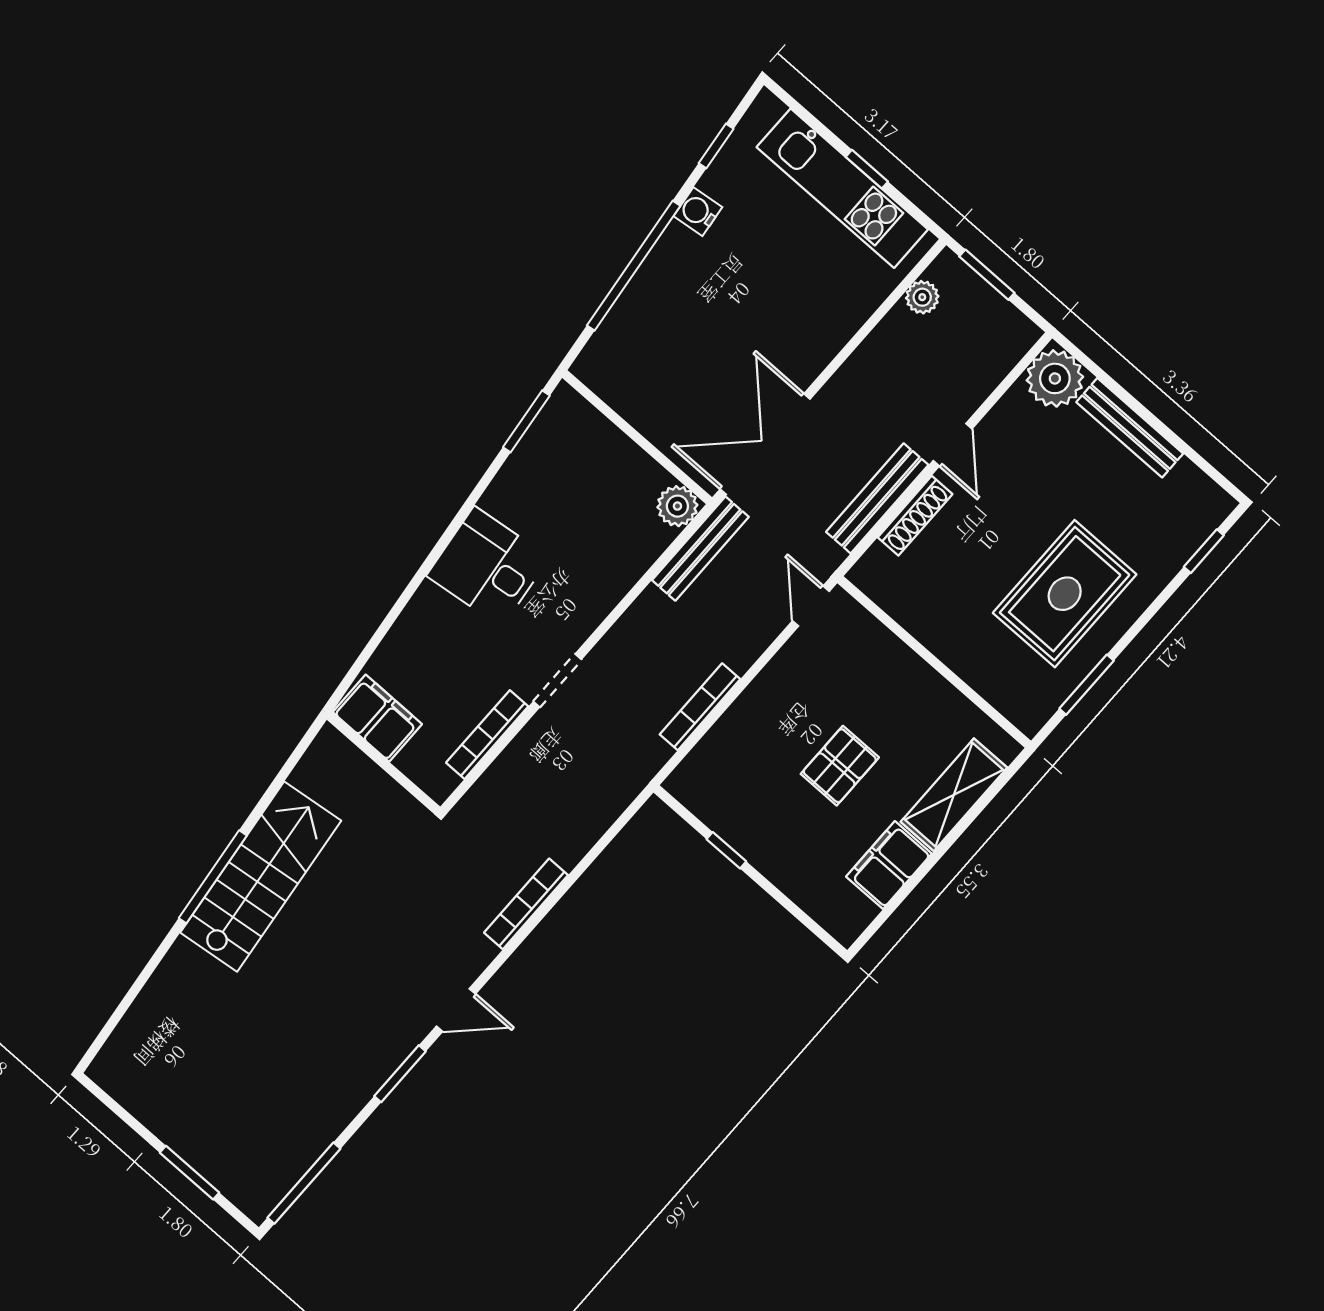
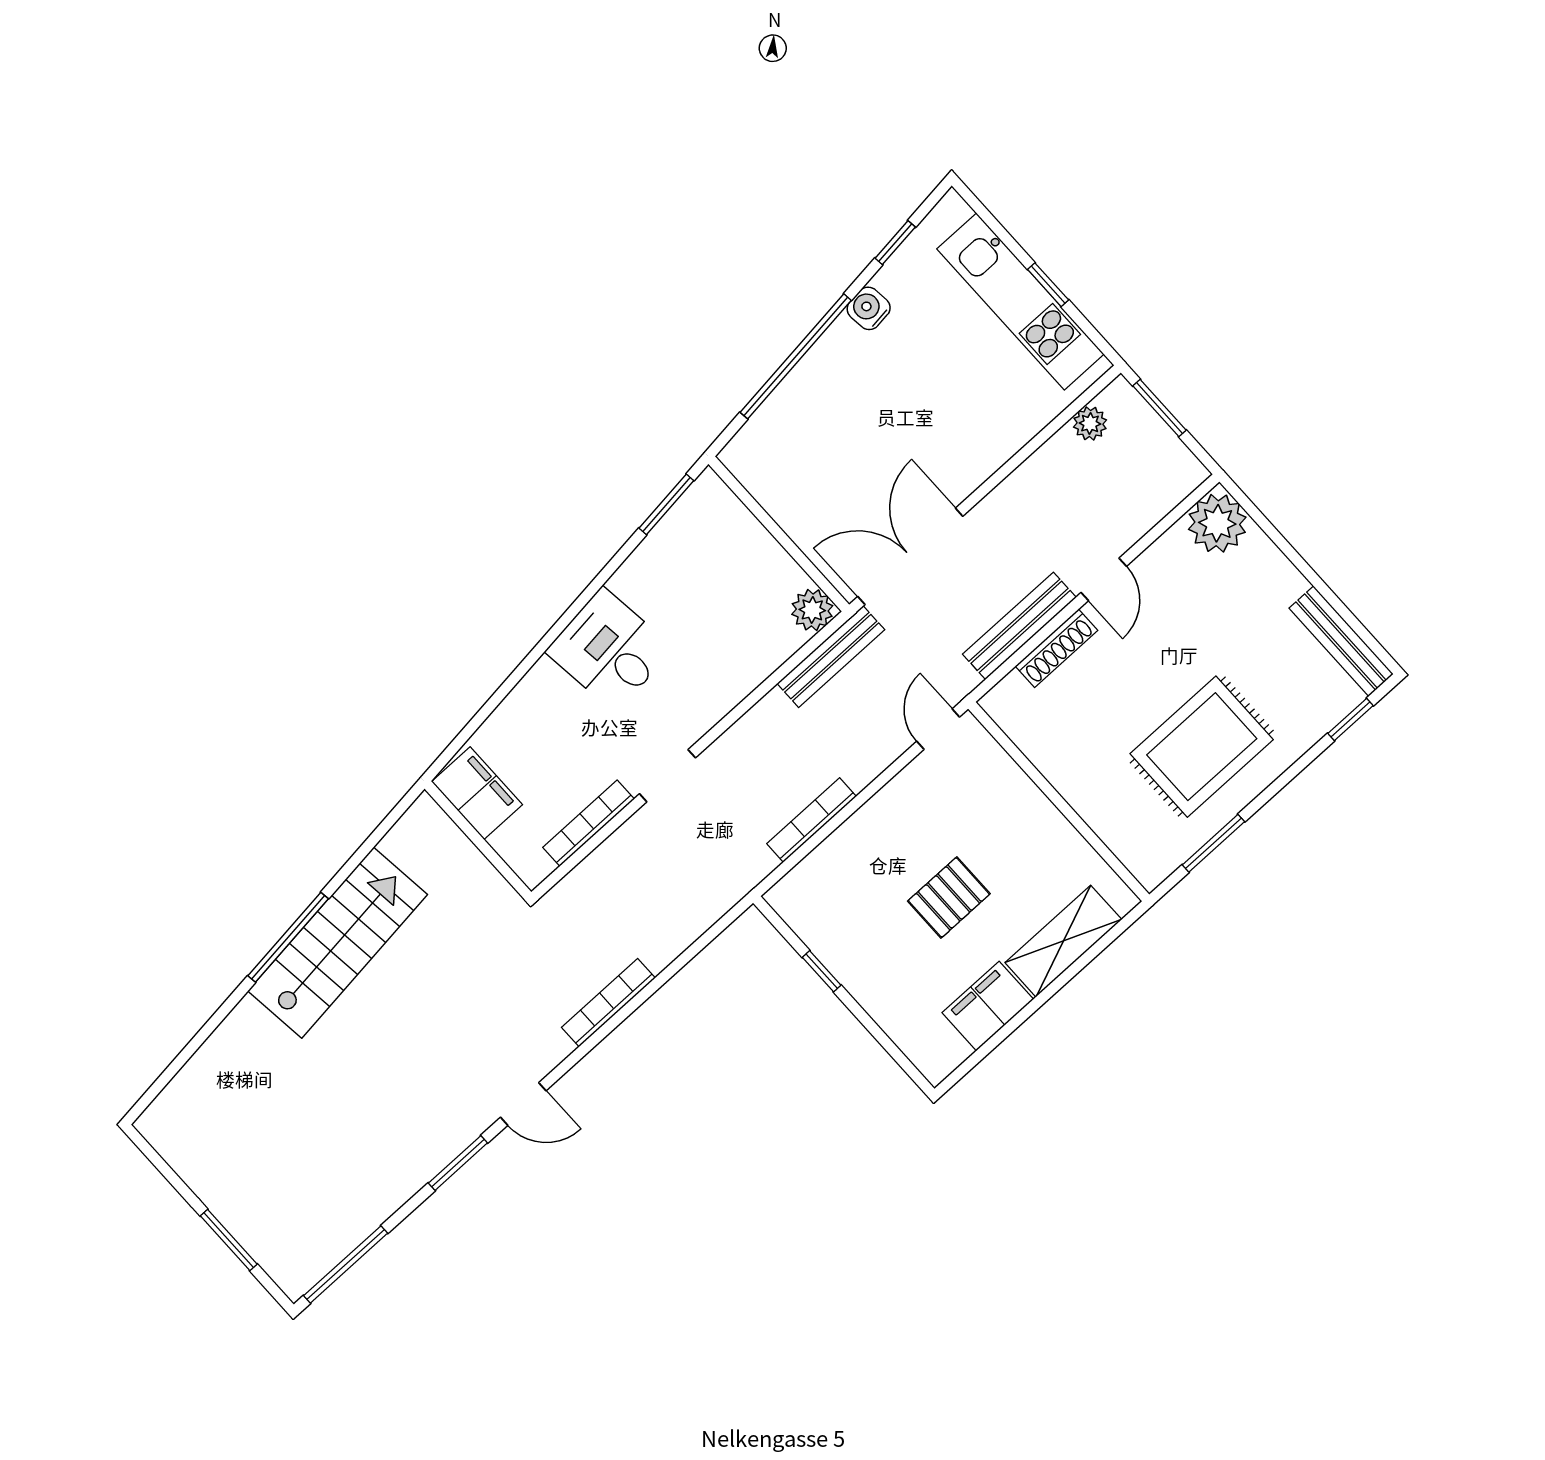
bench: (1130, 428) -> (1341, 641), moved

